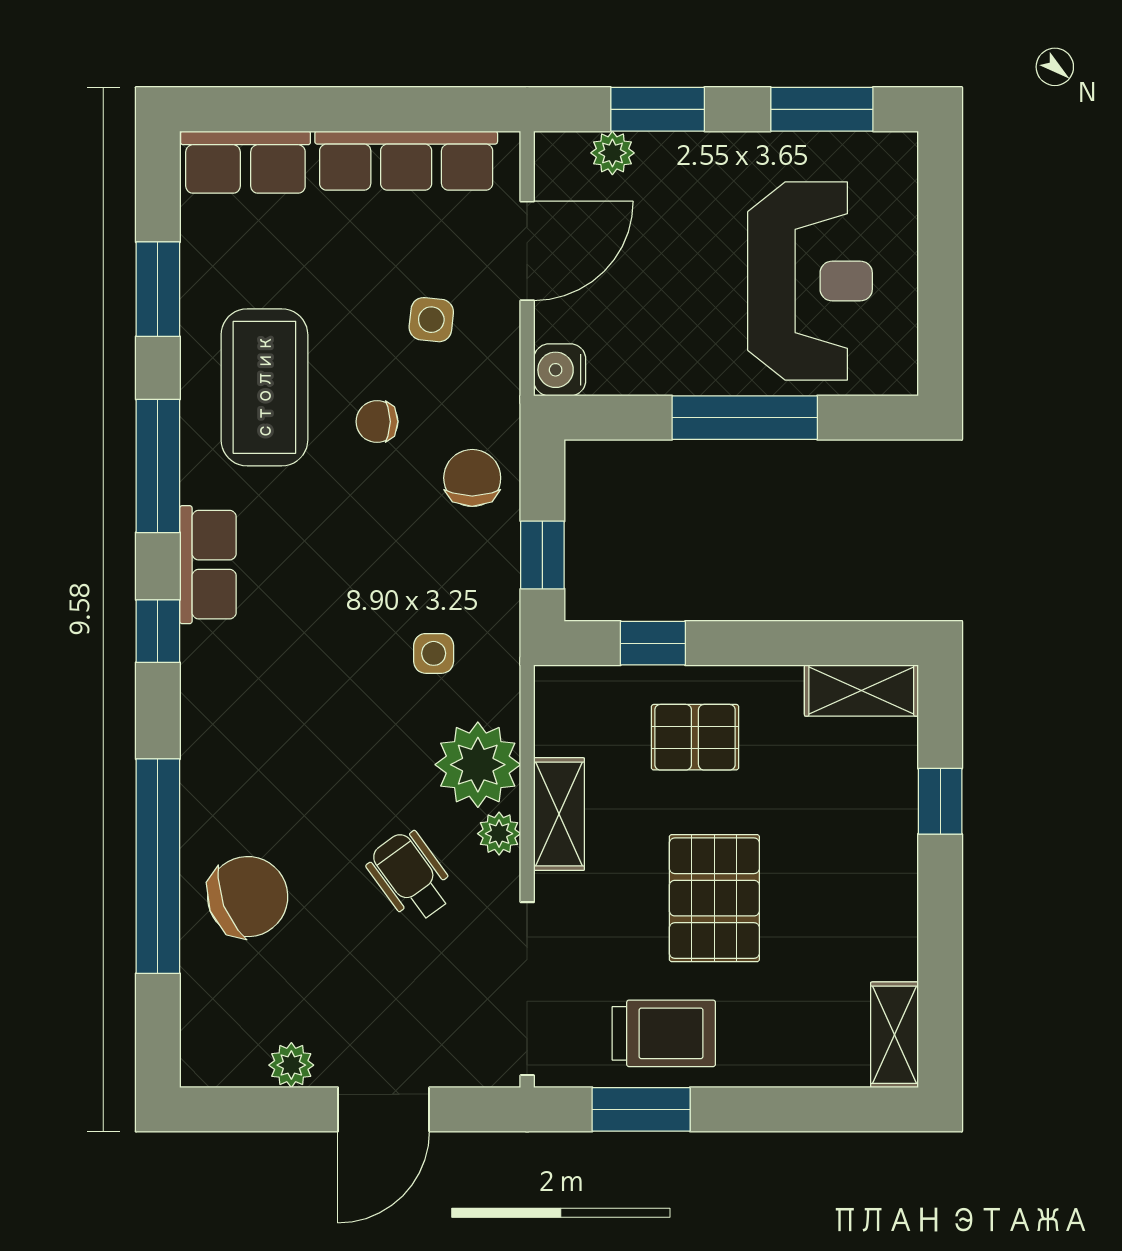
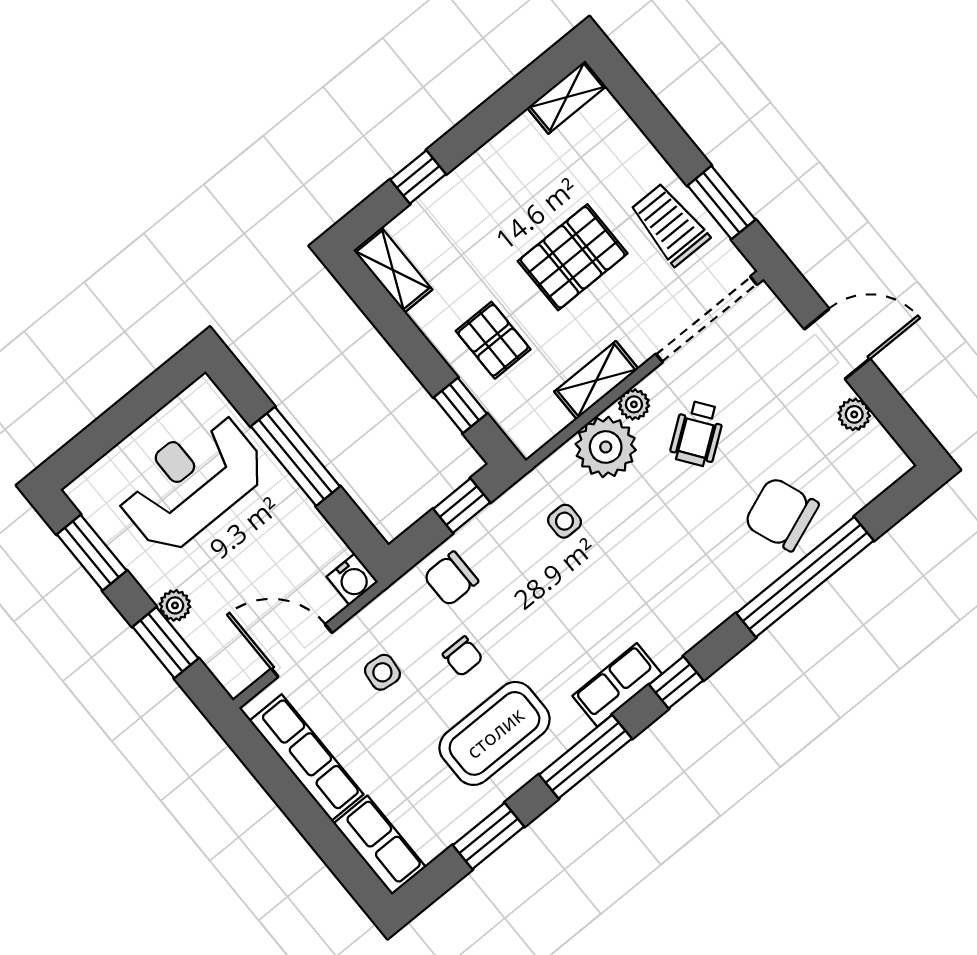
plant: (612, 153) -> (175, 605), moved

